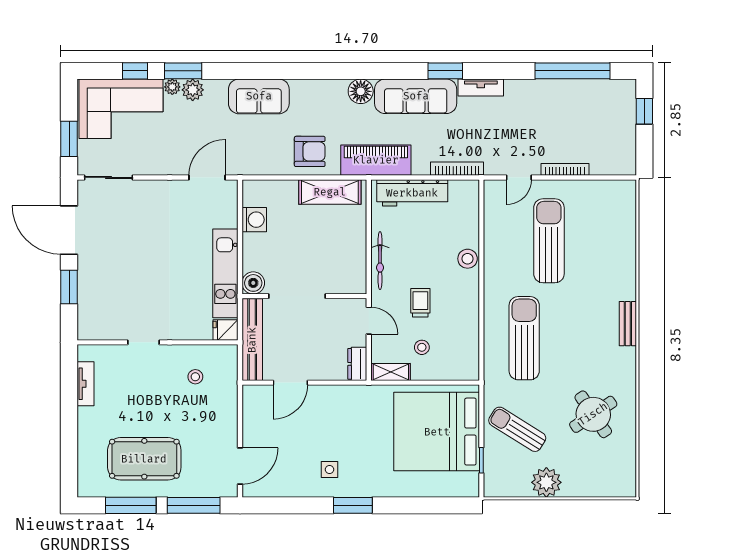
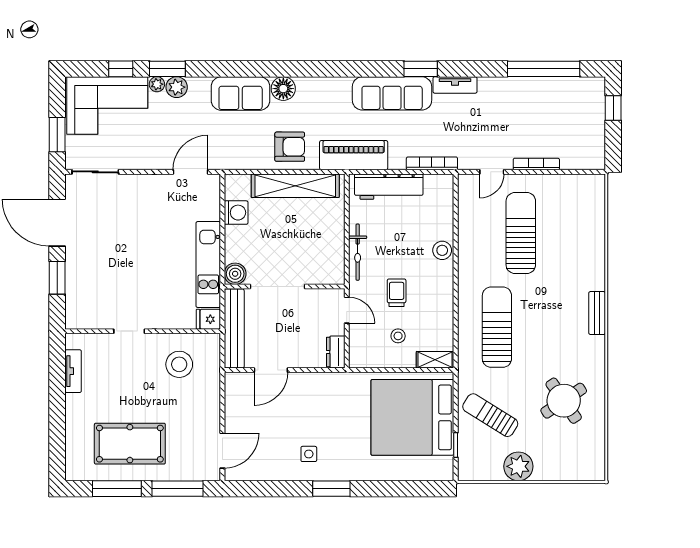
floor lamp: (361, 91) -> (283, 89), moved
shelving: (330, 192) -> (295, 186), width x1.47
shelving: (391, 372) -> (435, 360), moved
stool: (195, 377) -> (179, 364), width x1.89, depth x1.89

